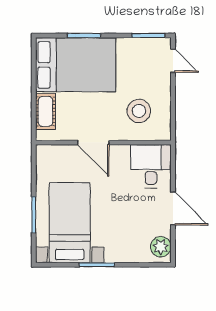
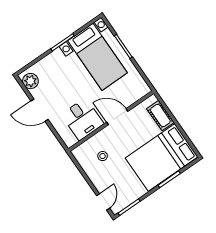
door: (173, 61) -> (103, 202), swing flipped
stool: (139, 111) -> (103, 156), width x0.53, depth x0.53
desk: (151, 166) -> (82, 119), moved

